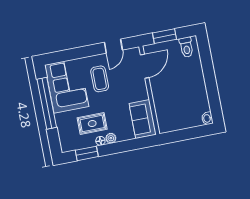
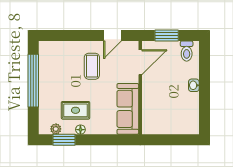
corner sofa: (67, 86) -> (57, 67), removed
washbasin: (207, 118) -> (194, 85), moved
sofa: (143, 119) -> (128, 109), width x1.36
plant: (111, 138) -> (56, 129), moved

